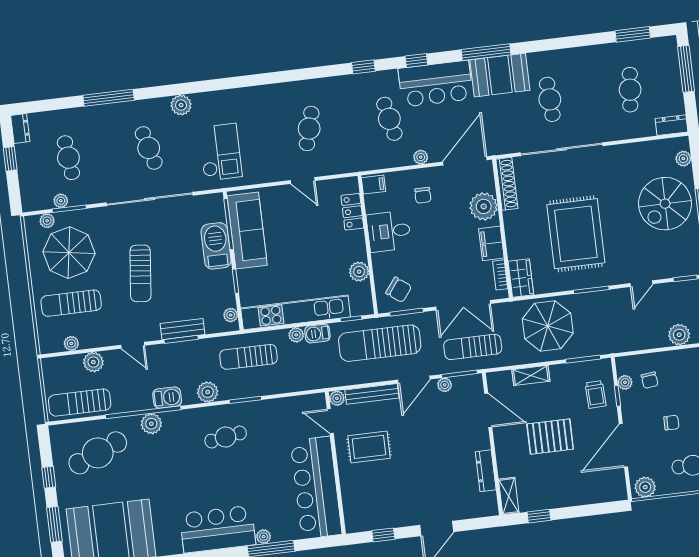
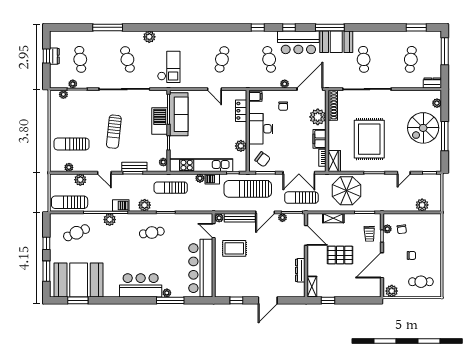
dresser: (20, 129) -> (54, 56), moved
desk: (389, 231) -> (261, 129), width x1.37
parasol: (69, 253) -> (74, 114), removed
cafe table: (98, 453) -> (77, 233), width x0.73, depth x0.74

